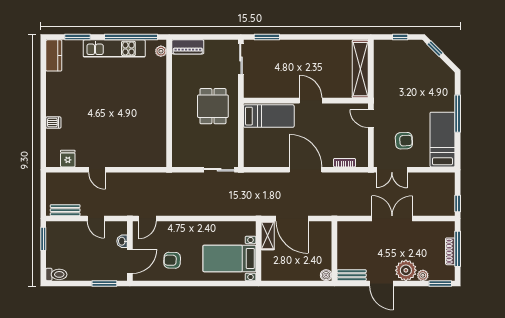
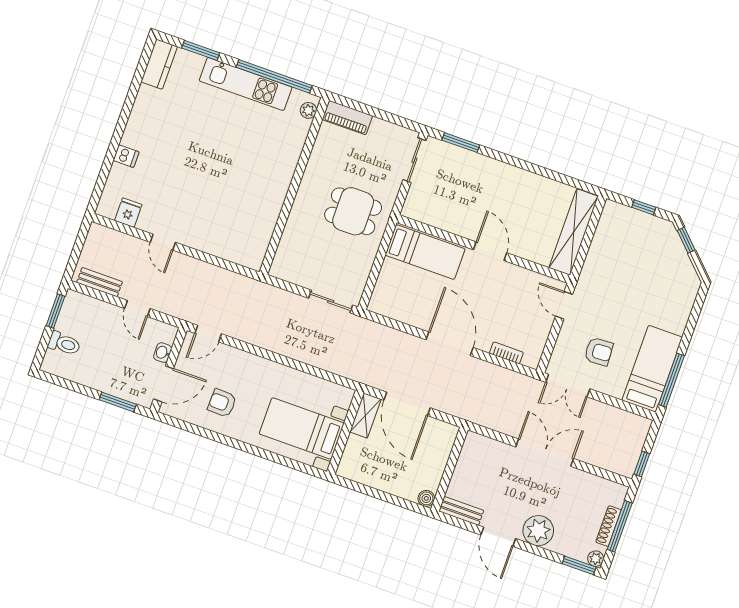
dining table: (213, 106) -> (353, 211), turned 90
window: (458, 114) -> (671, 380), moved
toilet: (56, 274) -> (64, 344), moved
plant: (423, 275) -> (596, 559), moved

